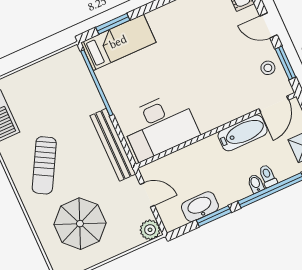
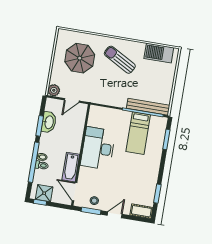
bed: (118, 42) -> (138, 133), moved
desk: (160, 126) -> (98, 148), moved
bench: (113, 145) -> (148, 107), moved

